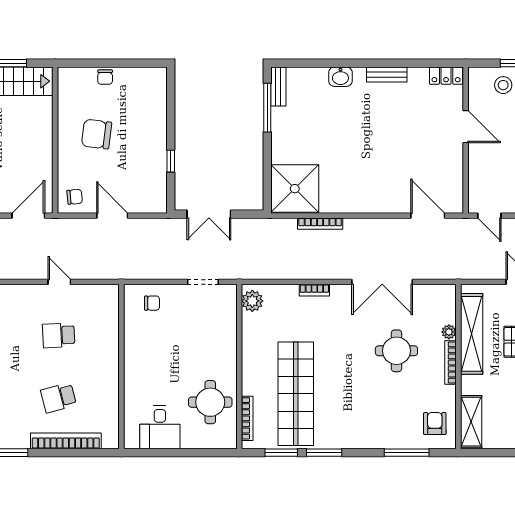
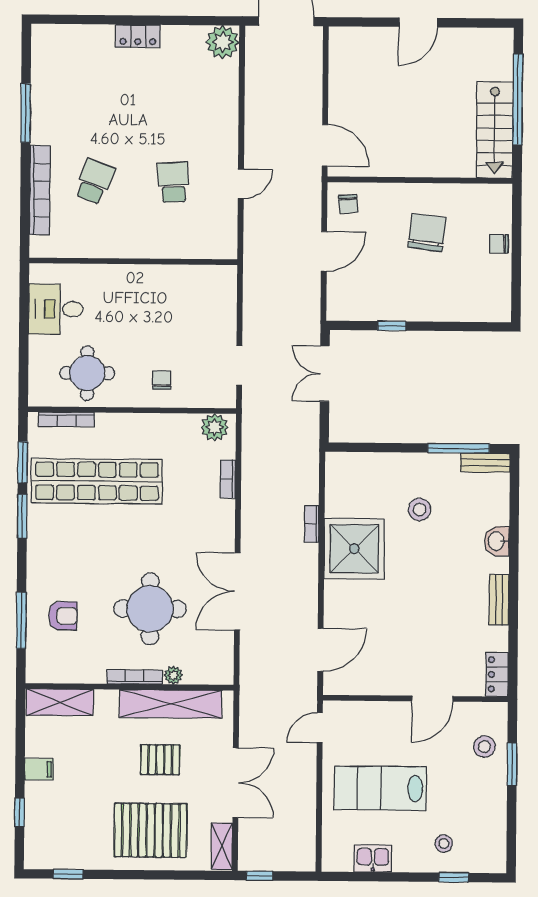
stool: (316, 138) -> (420, 509), added
shower: (295, 189) -> (354, 549), moved
bookcase: (320, 224) -> (311, 524), width x0.64
bookcase: (314, 290) -> (228, 479), moved
chair: (152, 303) -> (162, 380), moved, turned 180
round table: (396, 351) -> (150, 609), width x1.36, depth x1.36
school desk: (59, 398) -> (95, 181), turned 36
armchair: (435, 424) -> (63, 616), moved

